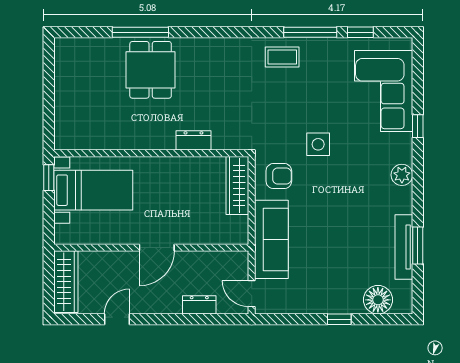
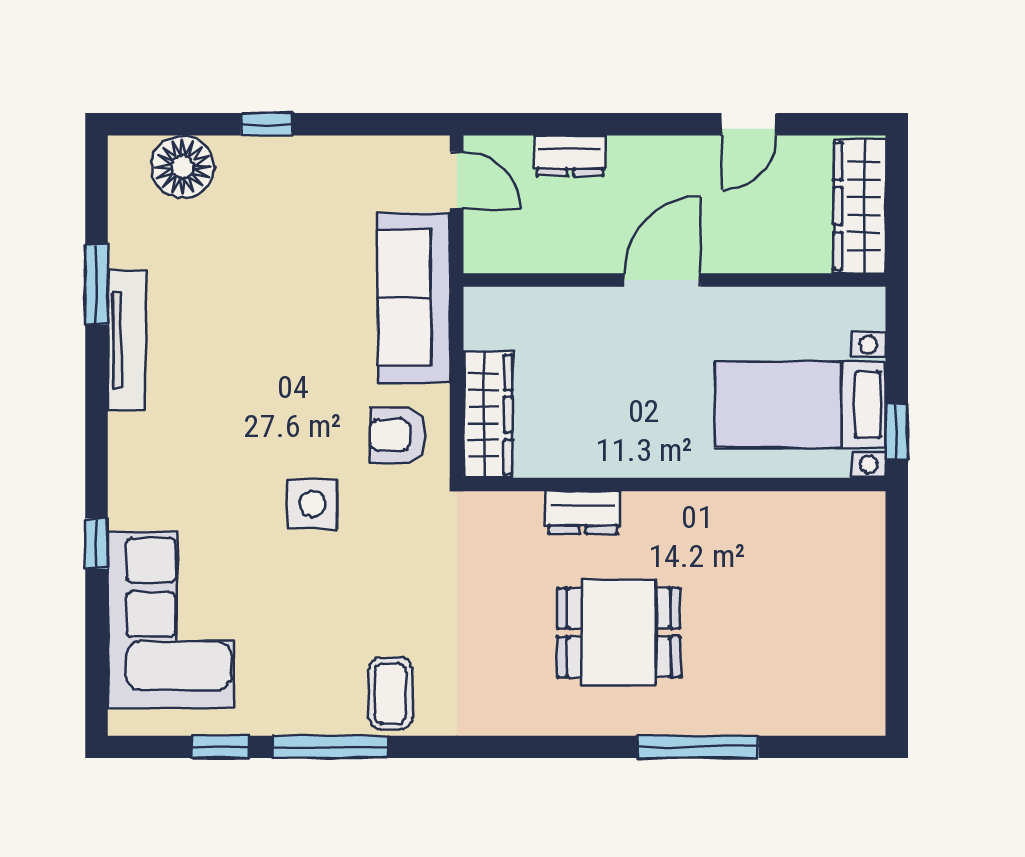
coffee table: (282, 57) -> (390, 693), turned 90
dining table: (151, 70) -> (619, 633), moved, turned 90
plant: (402, 175) -> (131, 438), removed
tv unit: (404, 247) -> (127, 341), moved

